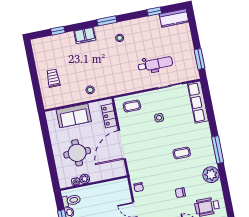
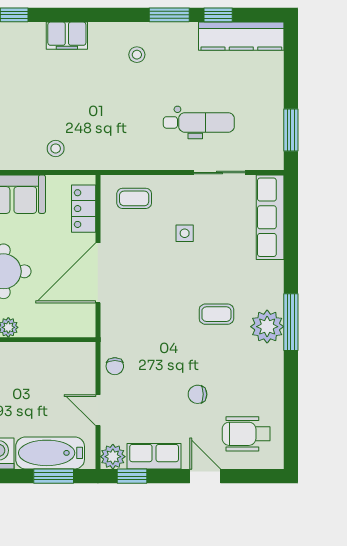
kitchen counter: (174, 18) -> (241, 36), width x1.50
window: (107, 21) -> (169, 15), moved
plant: (211, 175) -> (267, 327), moved

